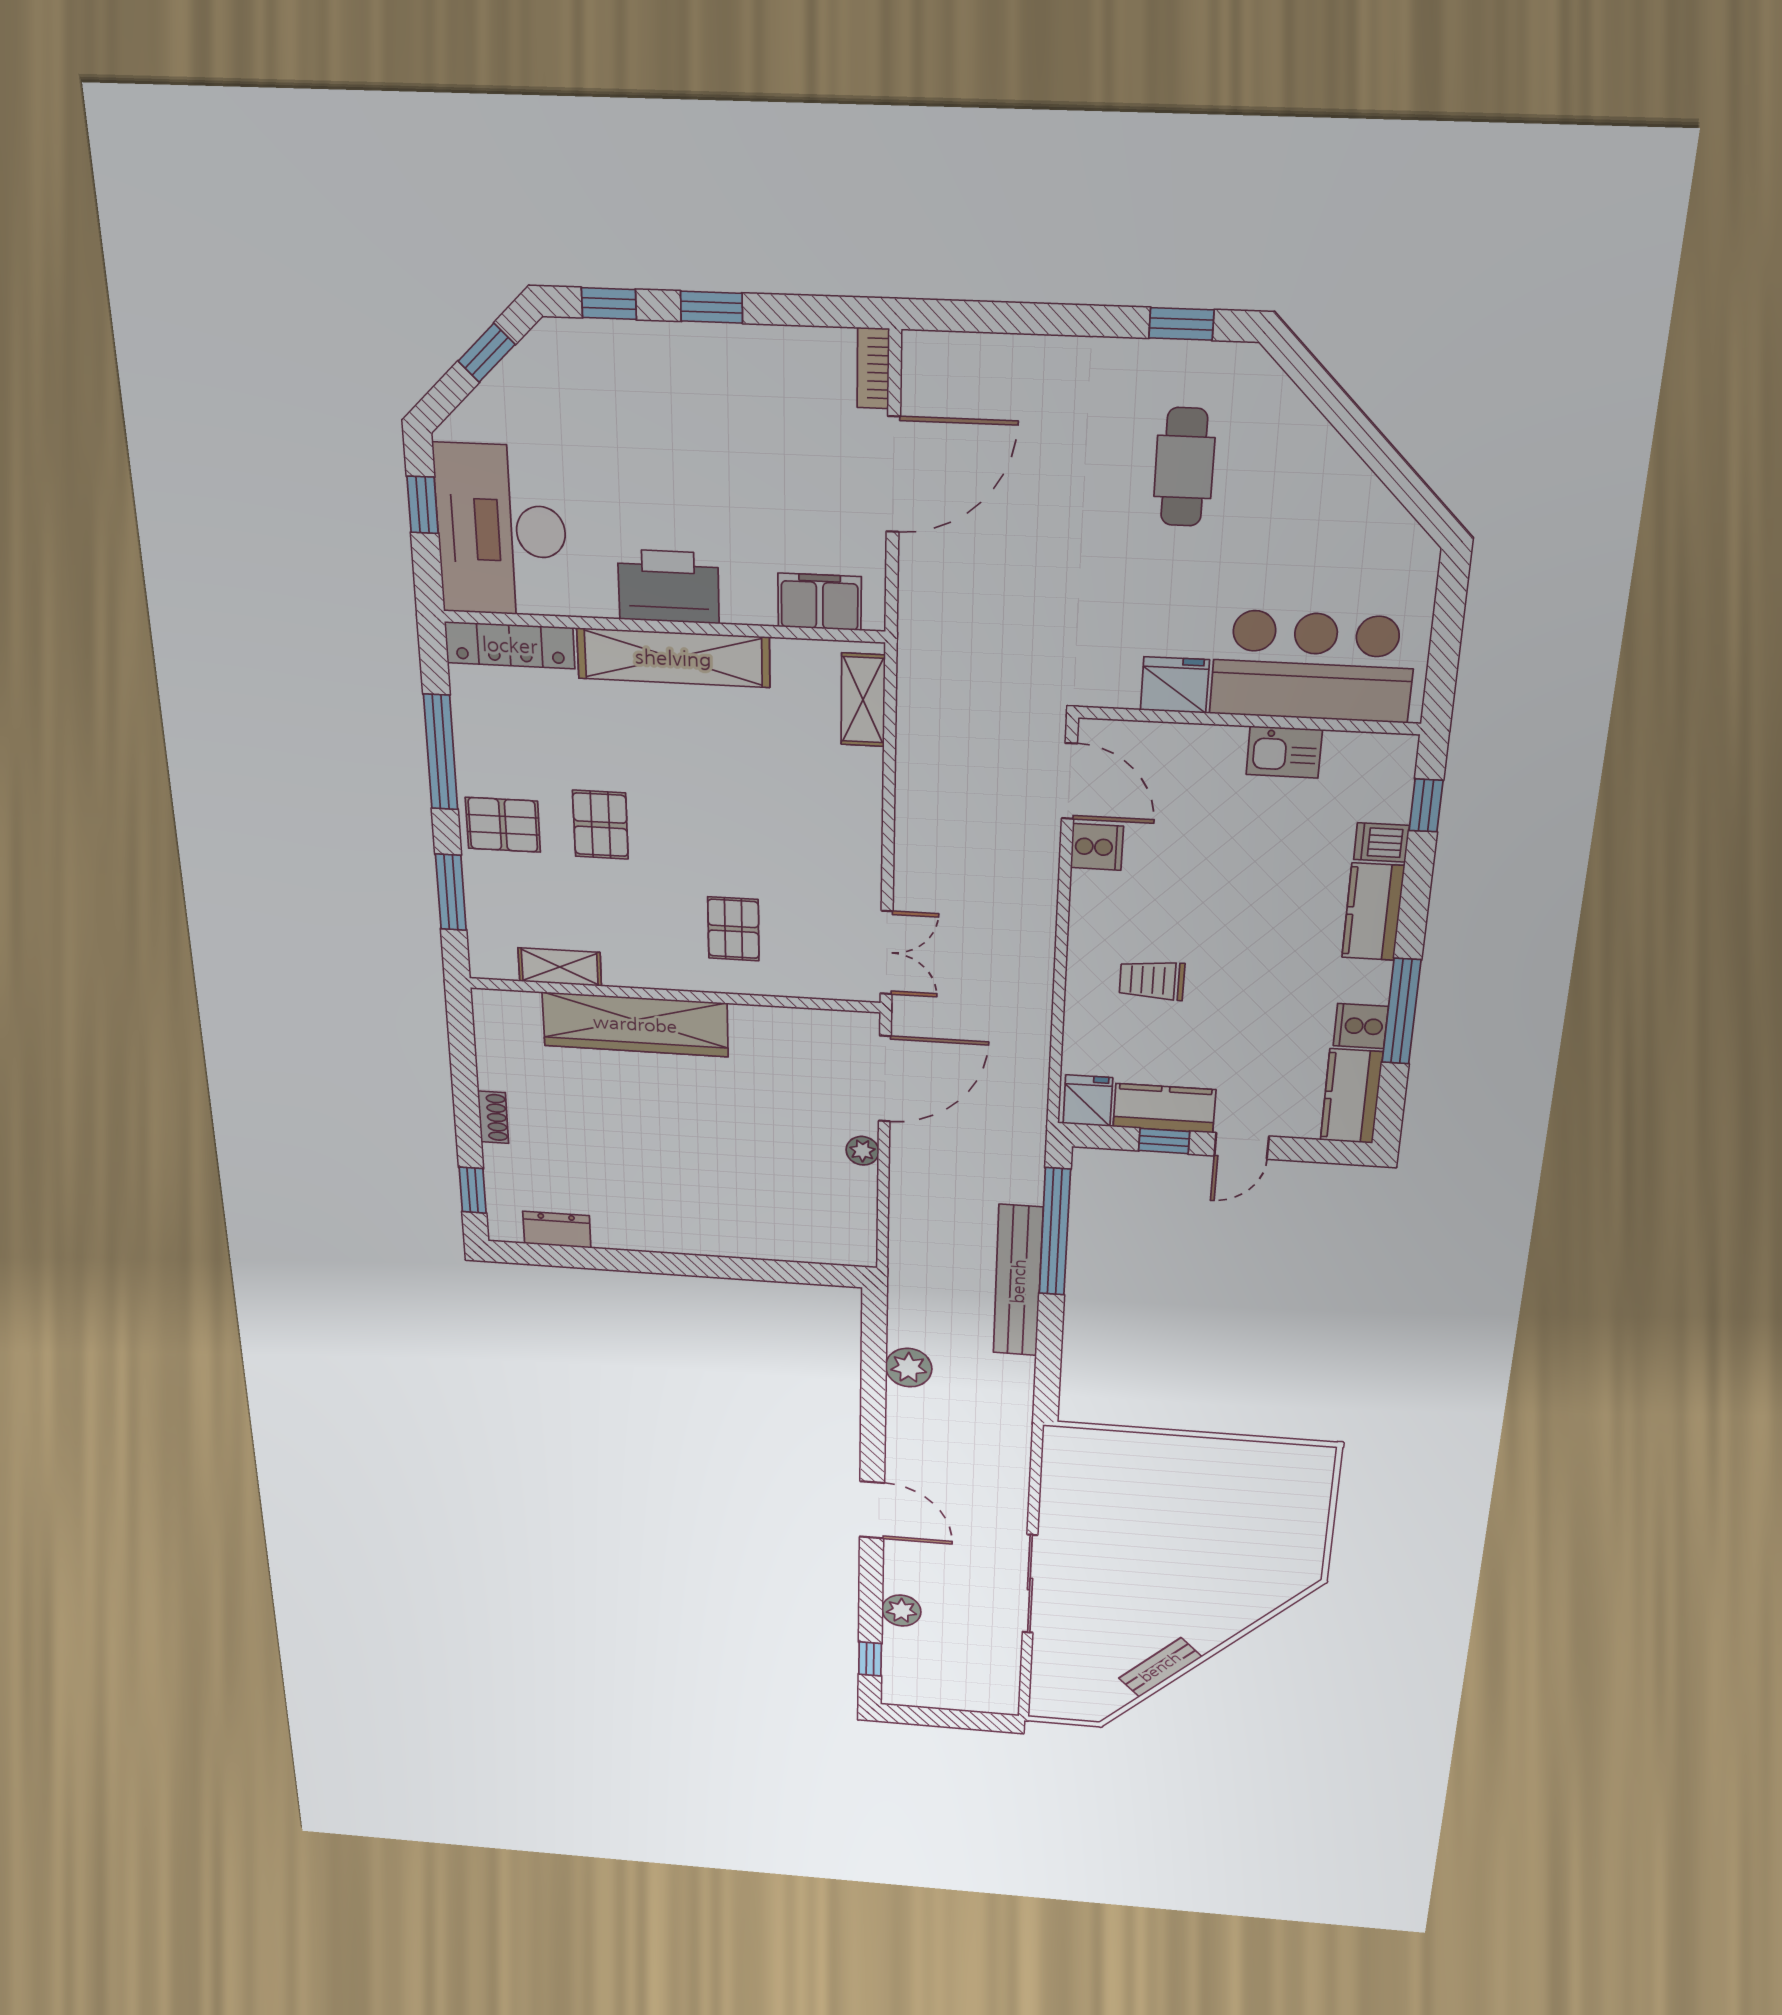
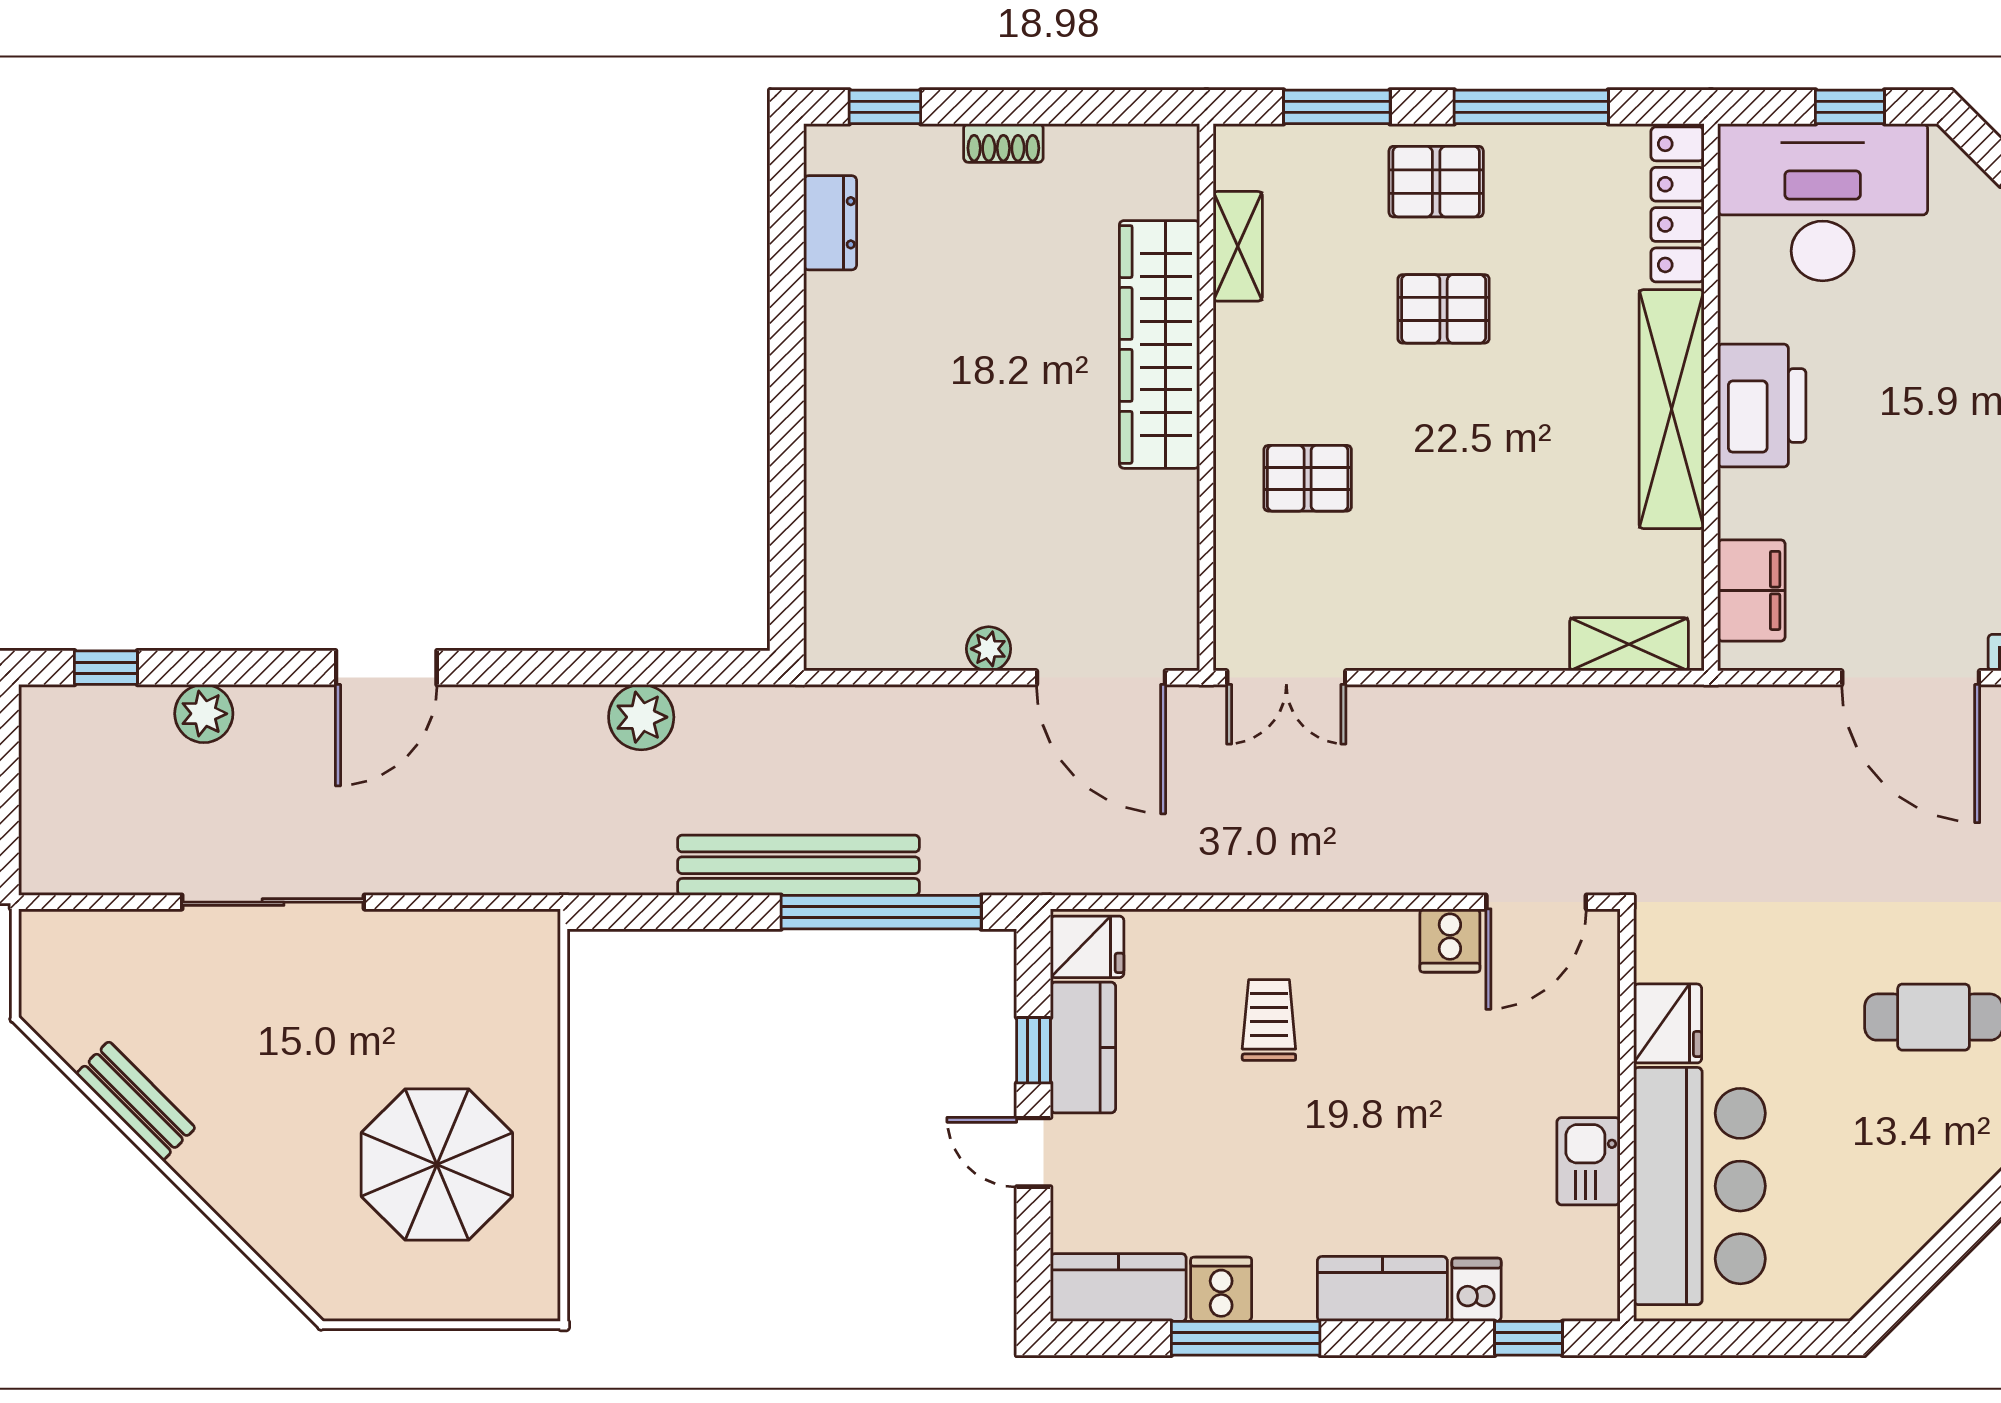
pallet: (503, 825) -> (1436, 182), turned 90
parasol: (1218, 1508) -> (437, 1165), added

